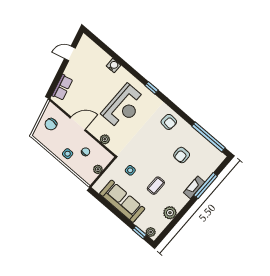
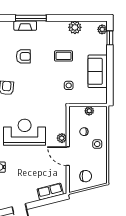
plant: (105, 139) -> (62, 138), moved
fireplace: (194, 187) -> (25, 26), moved
sofa: (122, 201) -> (98, 71), width x0.73

